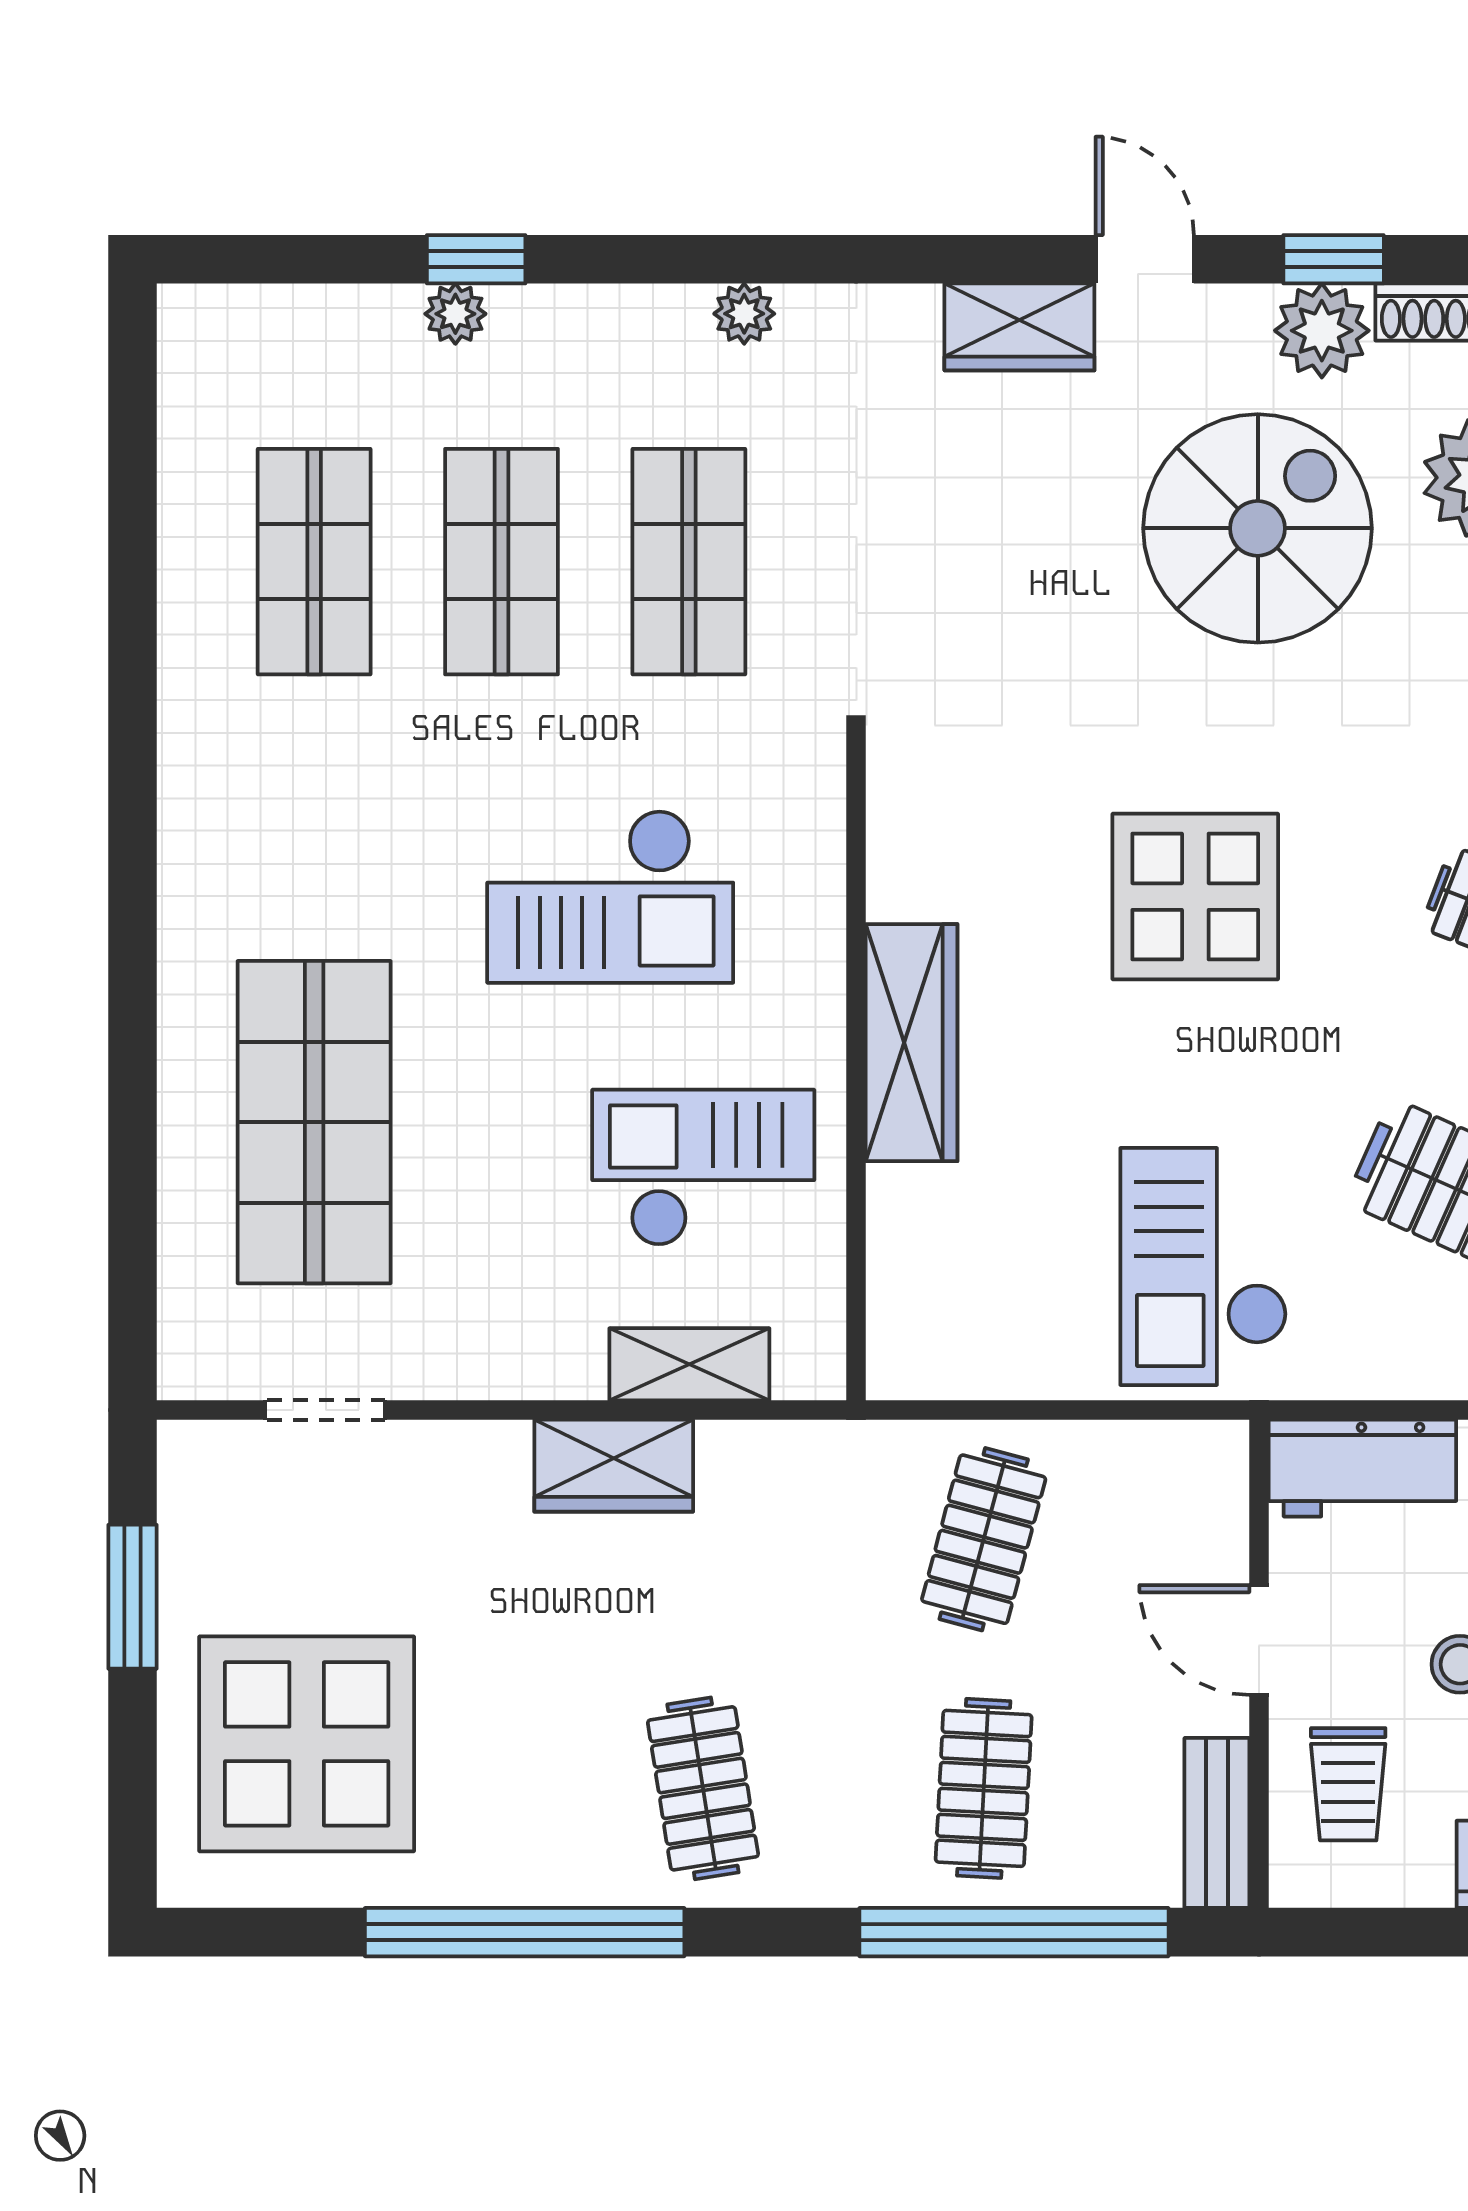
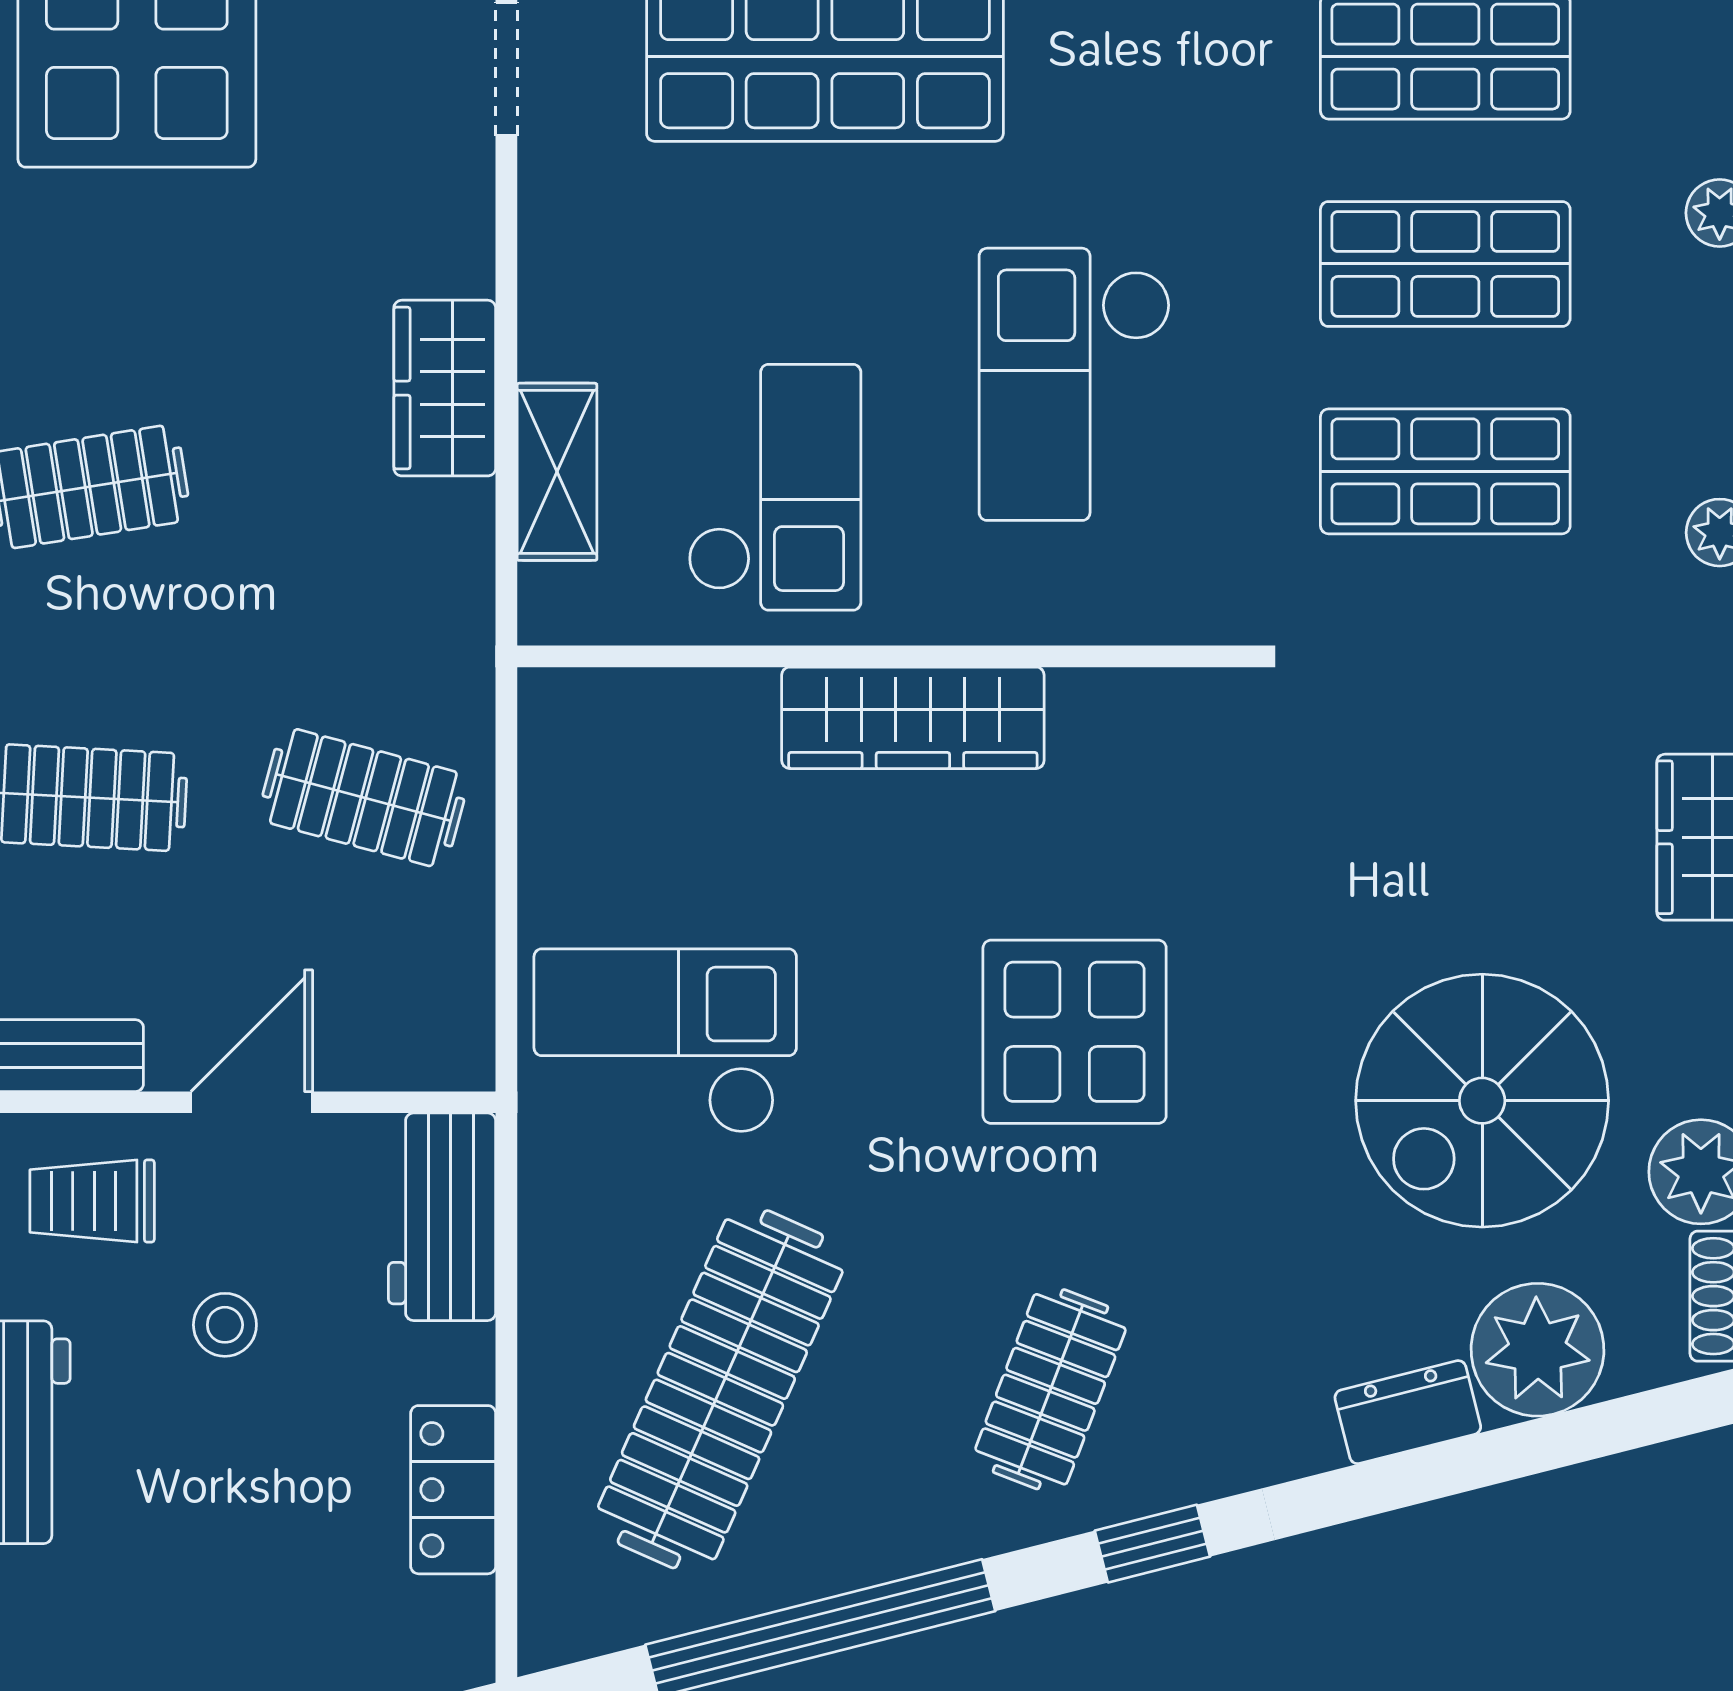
spiral stairs: (1258, 528) -> (1482, 1101), turned 90

